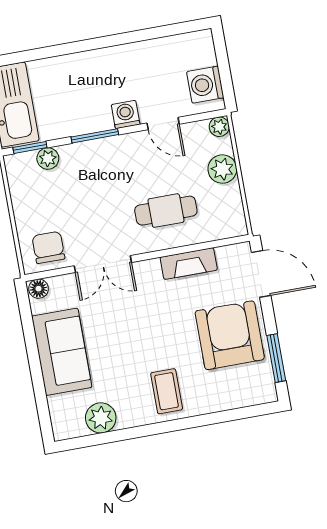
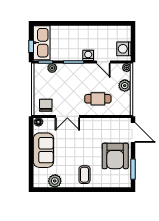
fireplace: (189, 264) -> (103, 123), removed
armchair: (230, 335) -> (115, 156), turned 180

